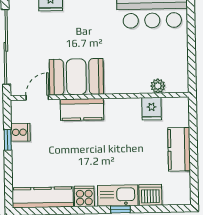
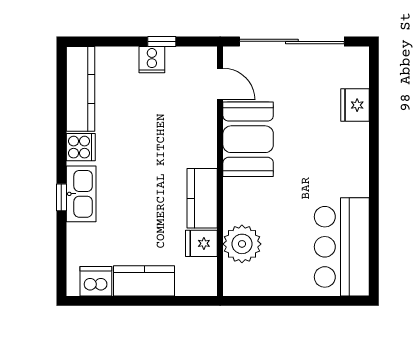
plant: (158, 86) -> (242, 244), width x1.88, depth x1.88
kitchen counter: (82, 109) -> (202, 198), moved
cooker: (20, 132) -> (152, 60), moved
dishwasher: (150, 195) -> (96, 281), moved, turned -90

